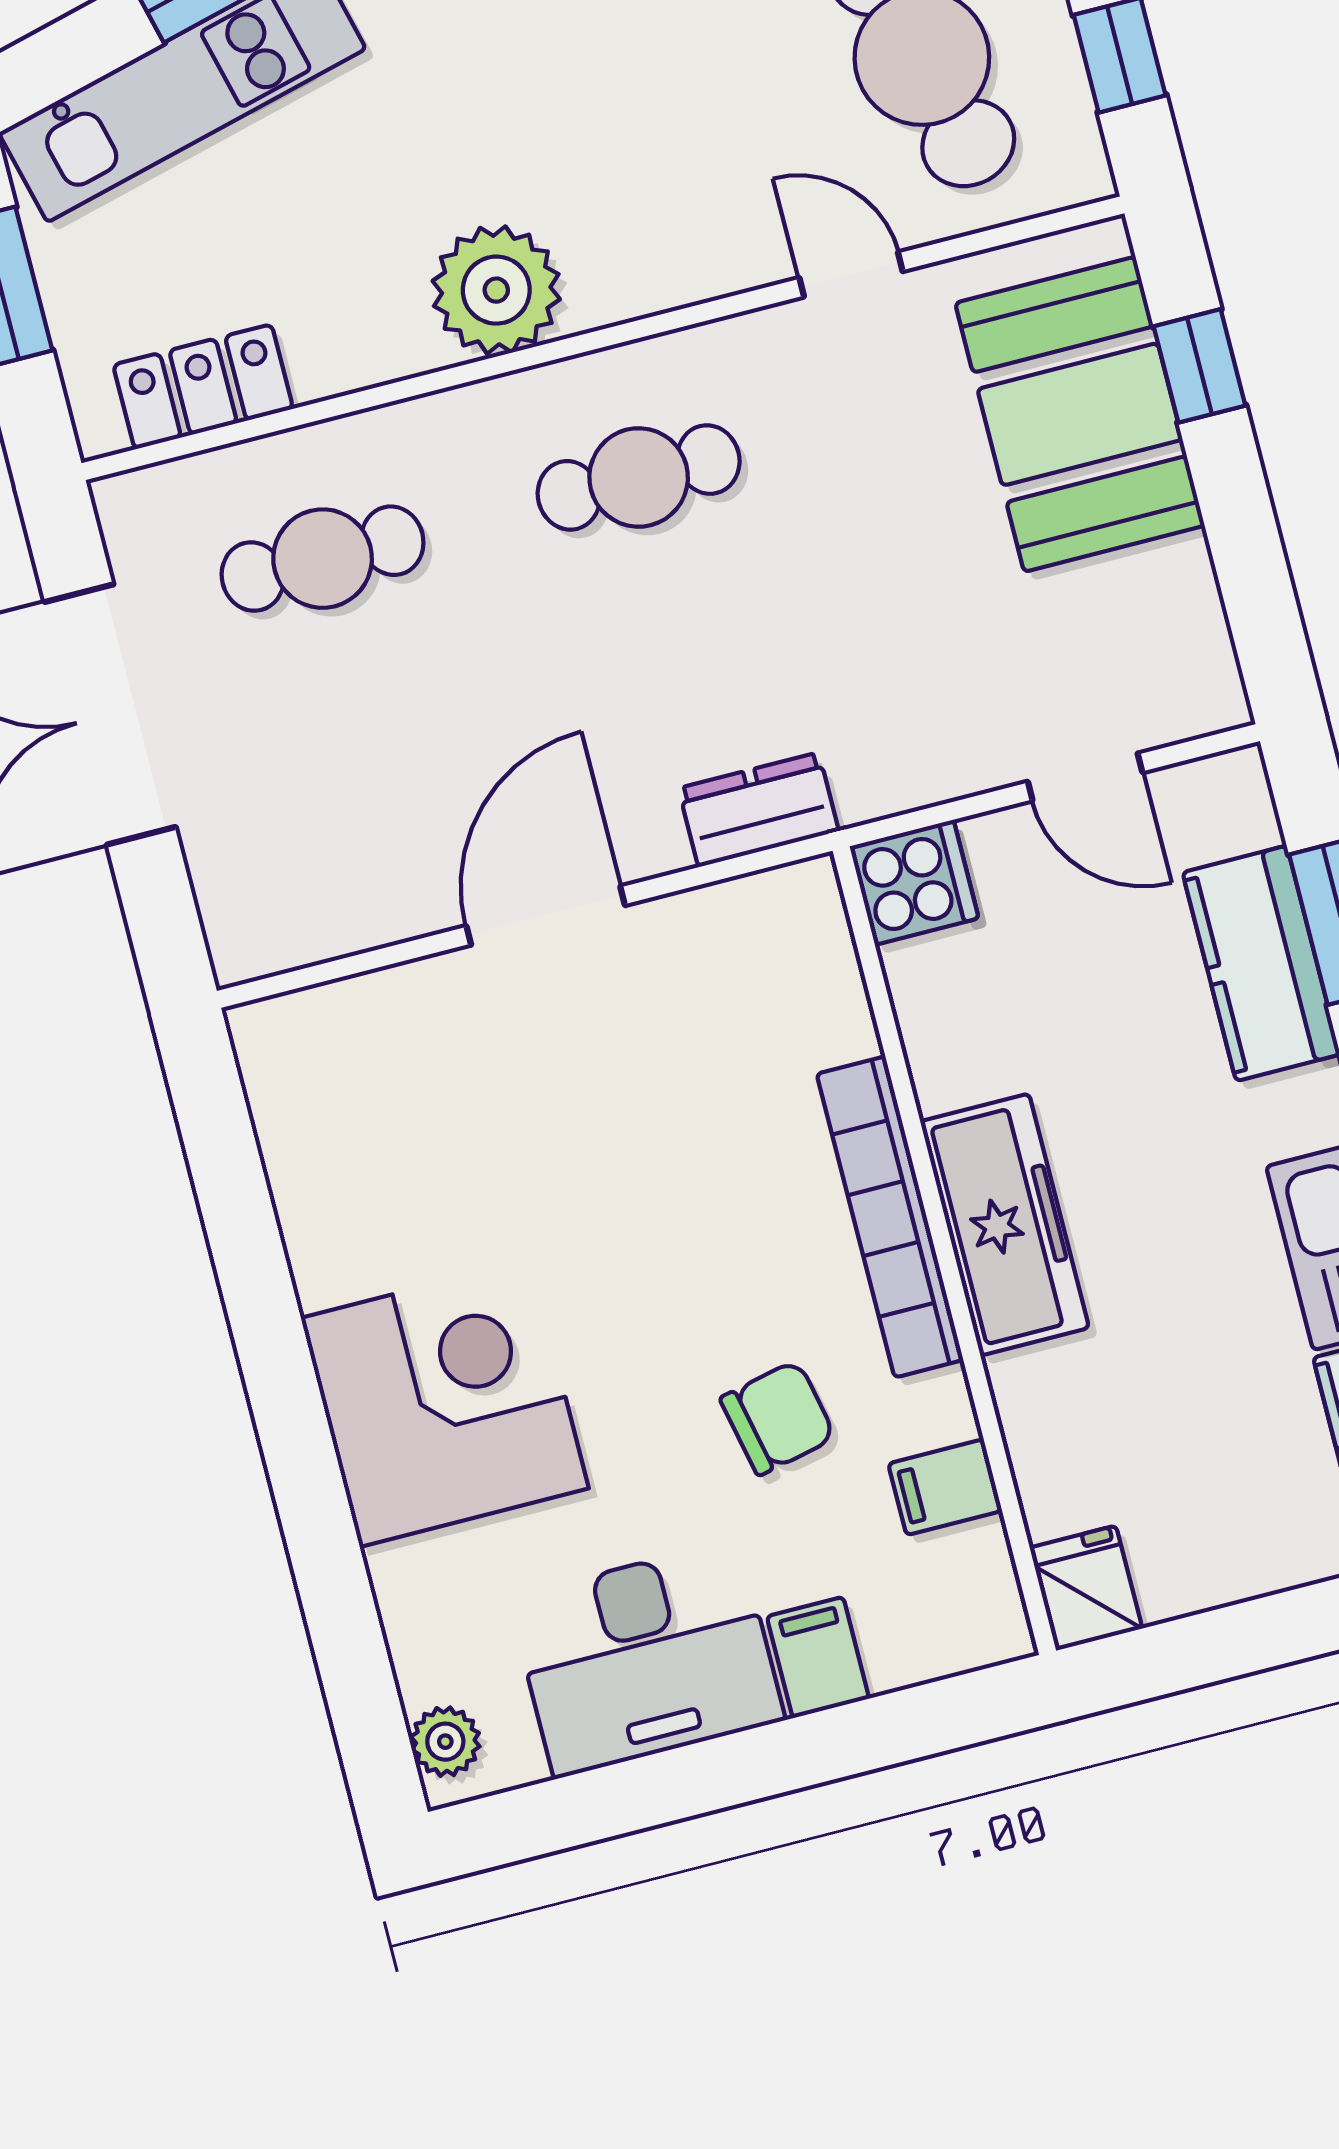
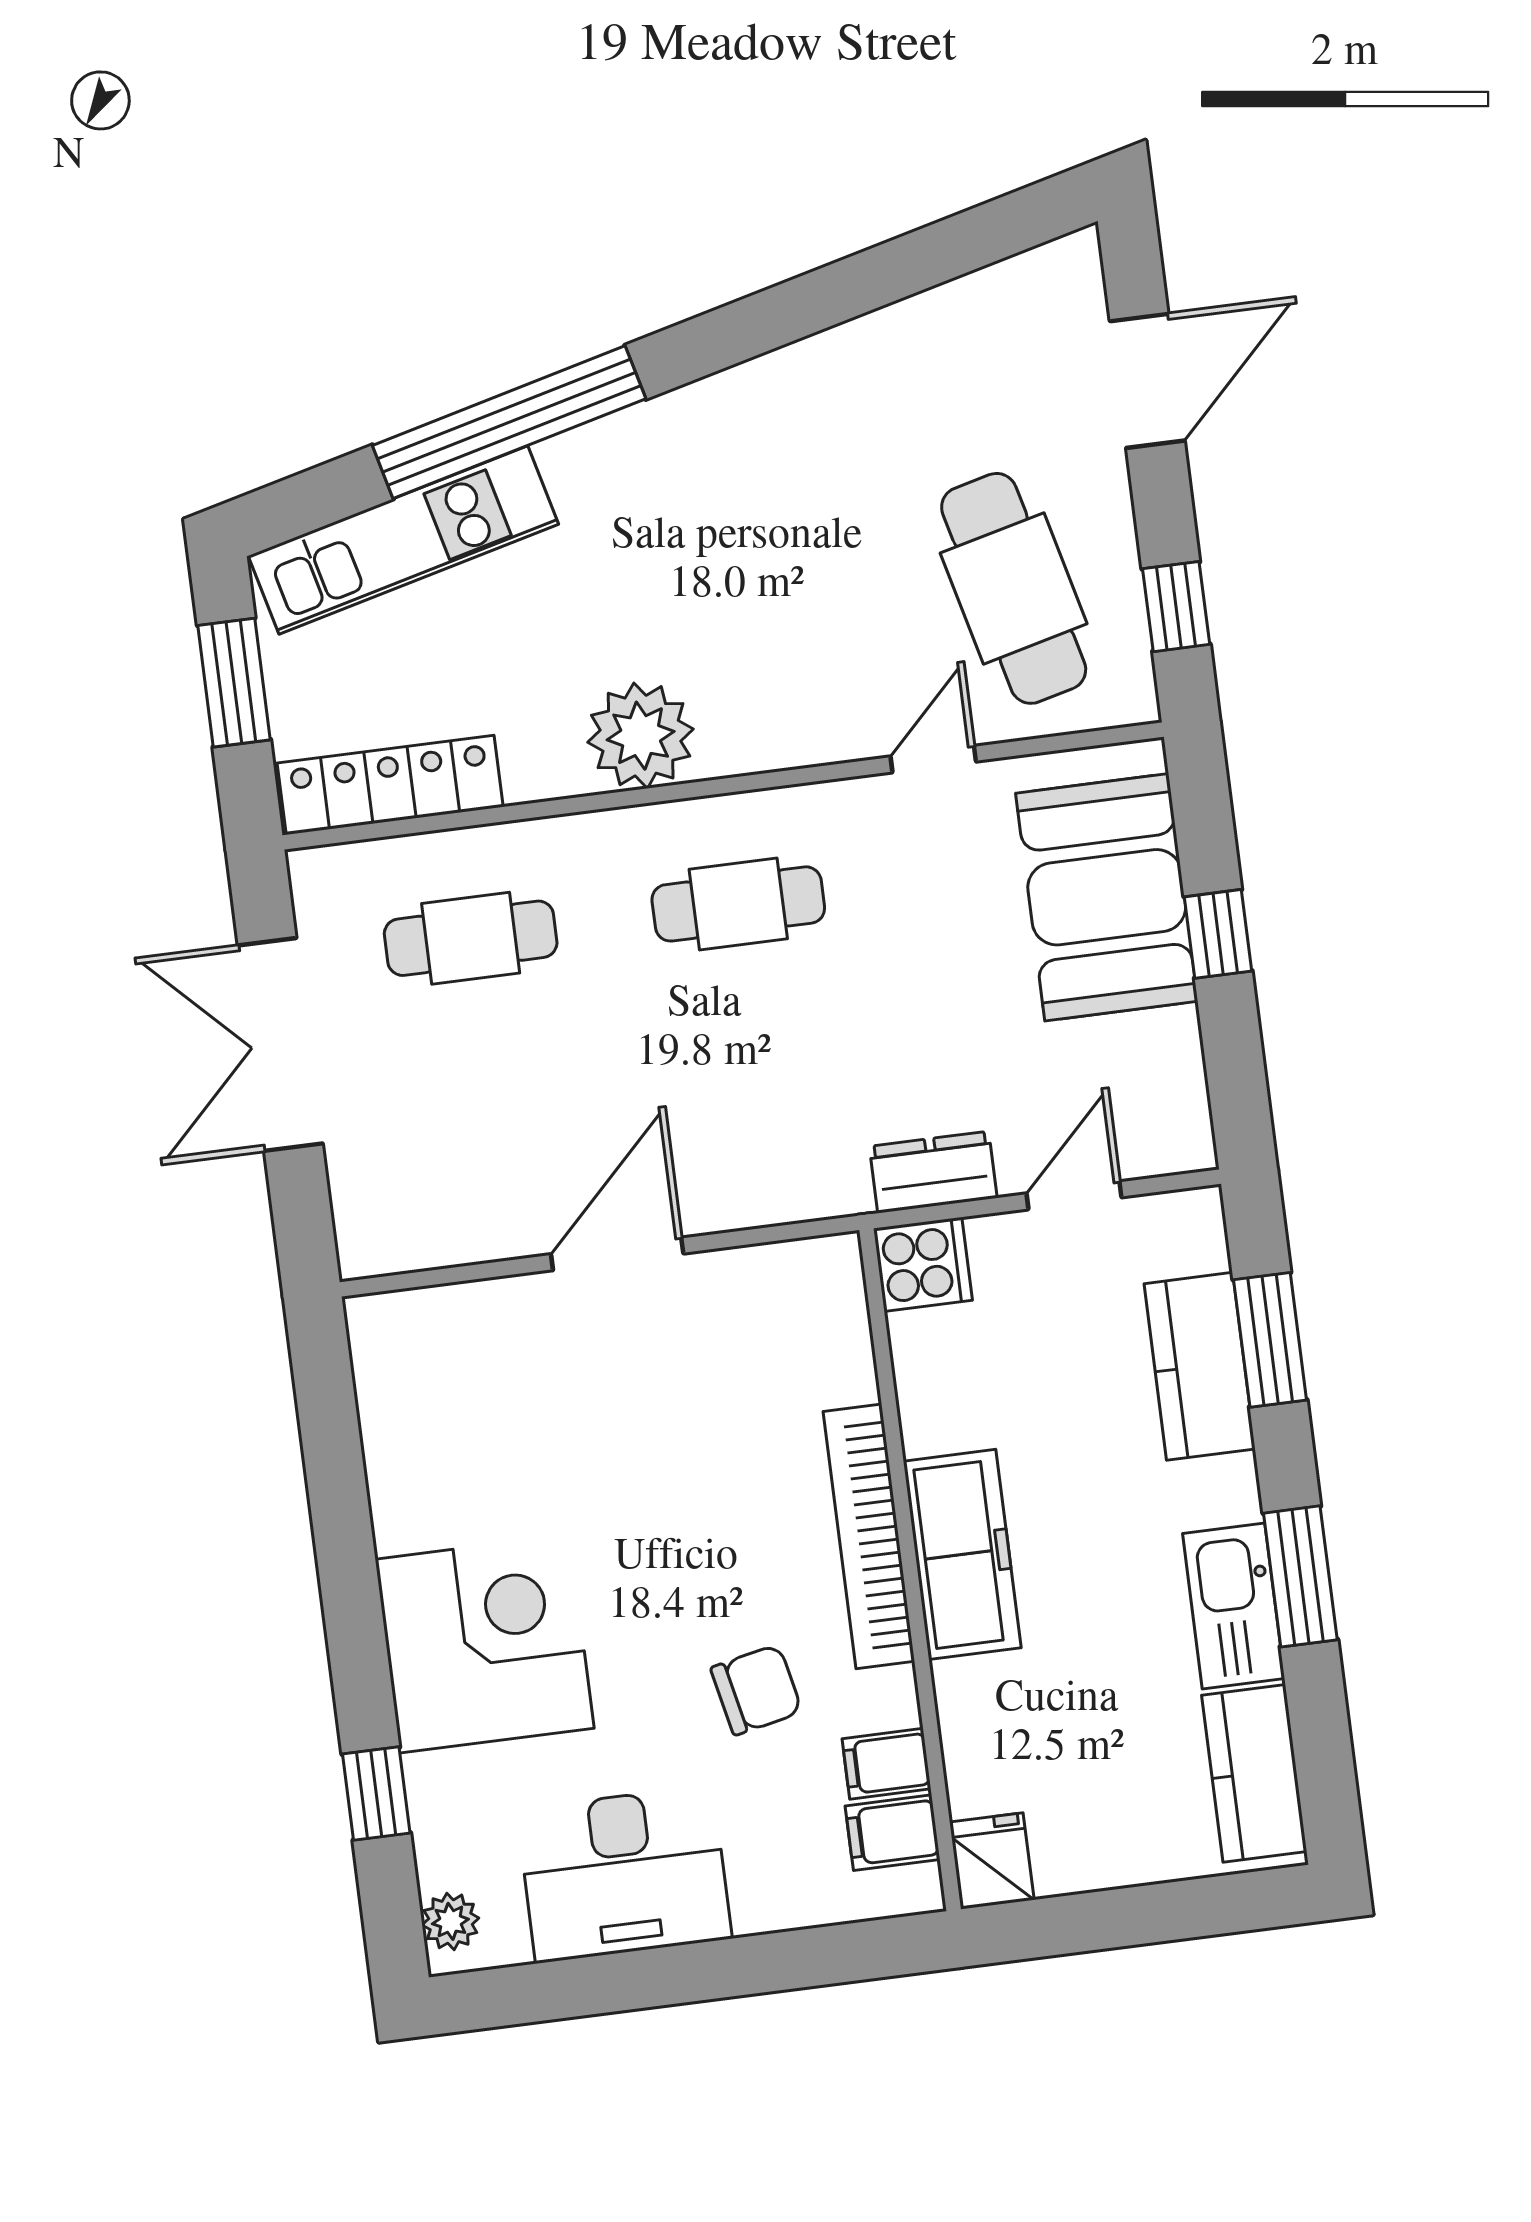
door: (851, 274) -> (933, 759), hinge flipped
window: (1199, 366) -> (1218, 934), moved
locker: (203, 387) -> (390, 785), width x1.53
door: (1085, 777) -> (1074, 1195), swing flipped
dresser: (759, 810) -> (933, 1172), moved
window: (337, 1599) -> (376, 1794), added
filing cabinet: (818, 1657) -> (893, 1833), moved, turned -90

